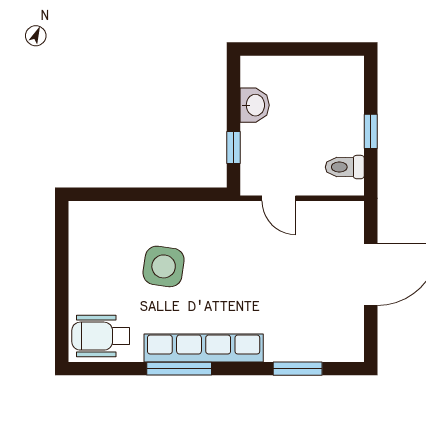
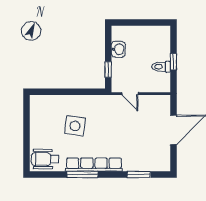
toilet: (345, 167) -> (161, 67), moved

